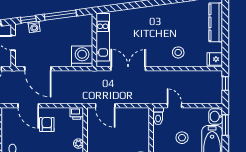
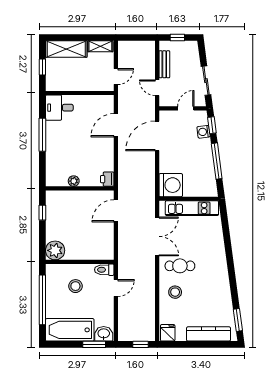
cafe table: (155, 48) -> (180, 266), added
armchair: (47, 125) -> (95, 146), removed
stool: (182, 138) -> (75, 286), moved

